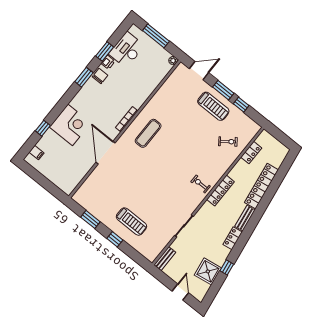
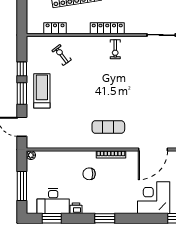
window: (105, 51) -> (52, 218), moved
chair: (100, 76) -> (89, 174), moved

